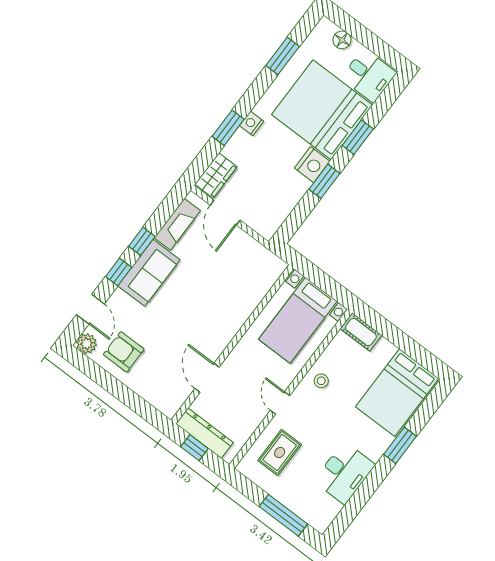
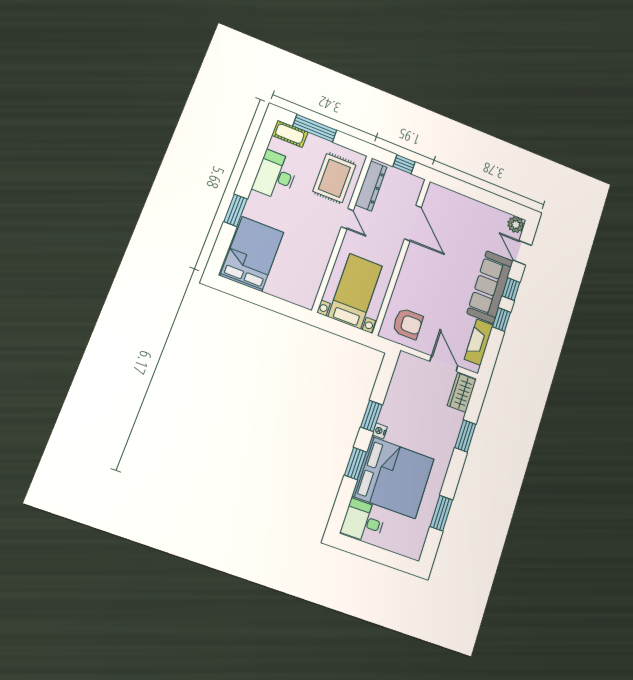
floor lamp: (342, 40) -> (396, 545), removed
nightstand: (252, 123) -> (448, 446), removed
nightstand: (312, 165) -> (380, 431), width x0.53, depth x0.56
sofa: (149, 273) -> (490, 287), width x1.36
cot: (361, 332) -> (290, 134), moved
armchair: (124, 352) -> (408, 324), moved
door: (207, 378) -> (413, 223), width x1.36
stool: (321, 381) -> (319, 246), removed
dresser: (205, 433) -> (371, 186), moved, turned -90
rug: (280, 452) -> (334, 178), width x1.36, depth x1.43

